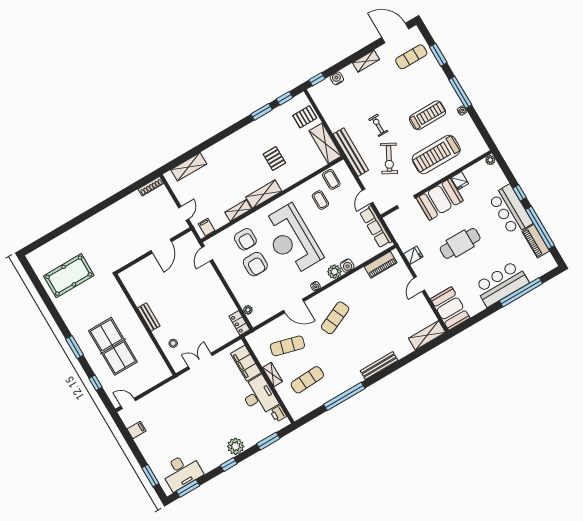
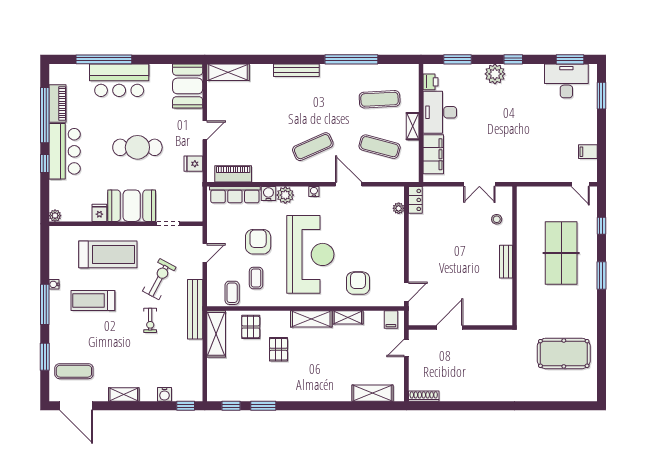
pallet: (305, 117) -> (251, 327), moved, turned 90
row of seats: (376, 227) -> (235, 195), moved, turned 90
armchair: (255, 264) -> (258, 242), moved

